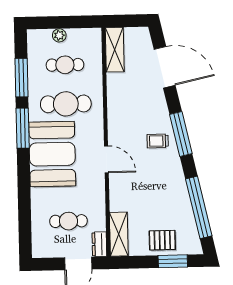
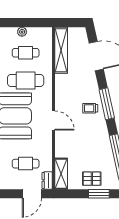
shelving: (115, 50) -> (61, 50), width x1.47

